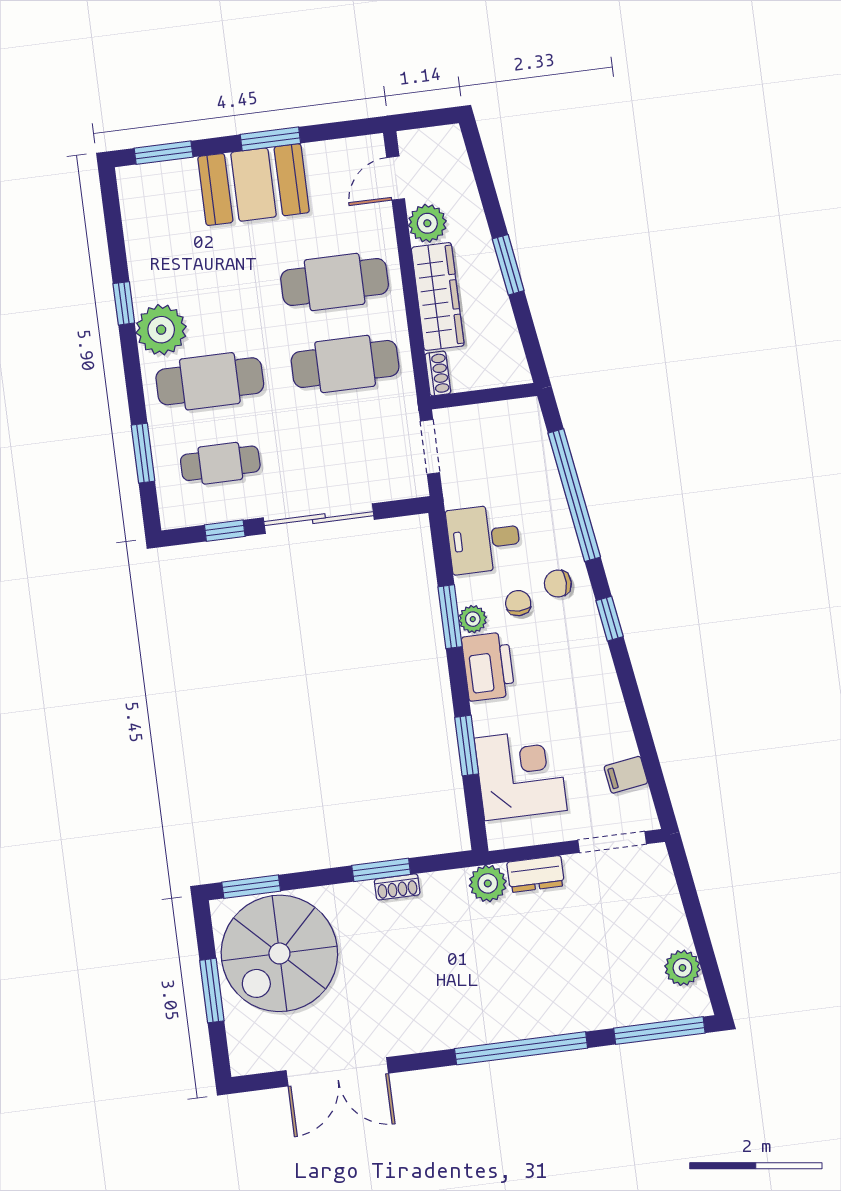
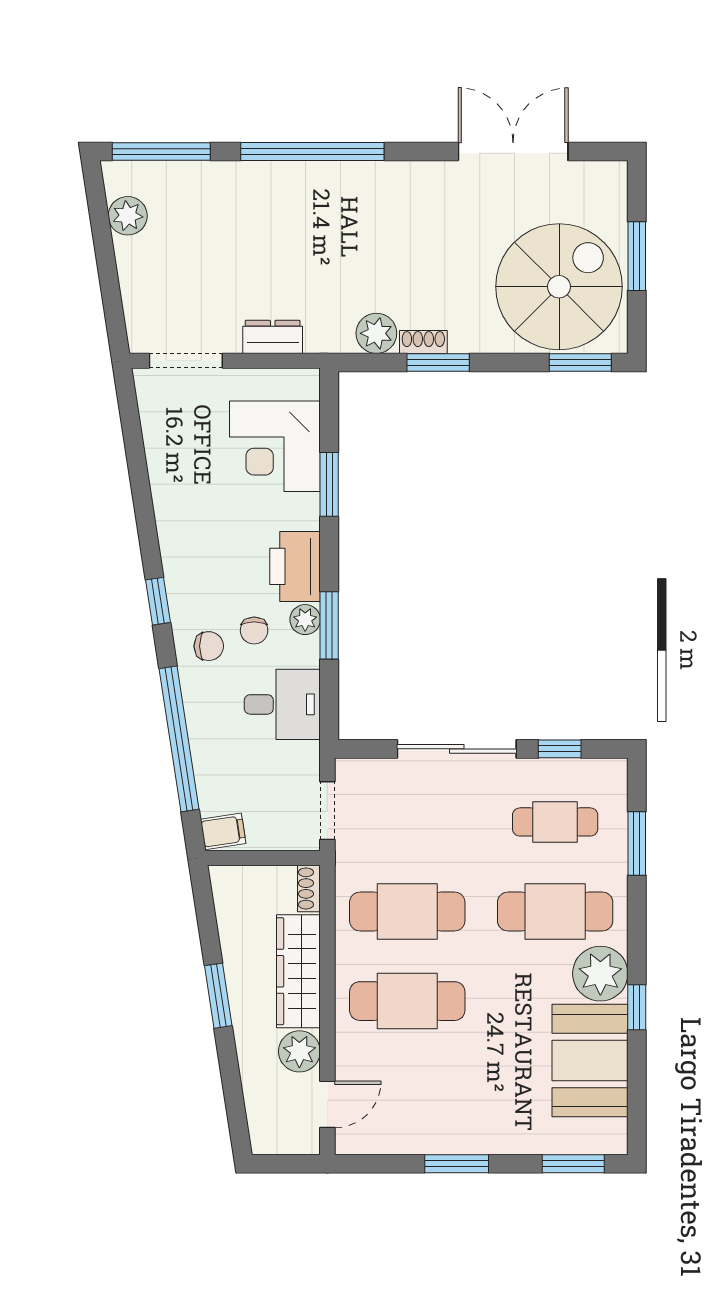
booth: (254, 185) -> (590, 1060), moved, turned 90
filing cabinet: (626, 775) -> (223, 831), moved
plant: (488, 883) -> (376, 333), moved

